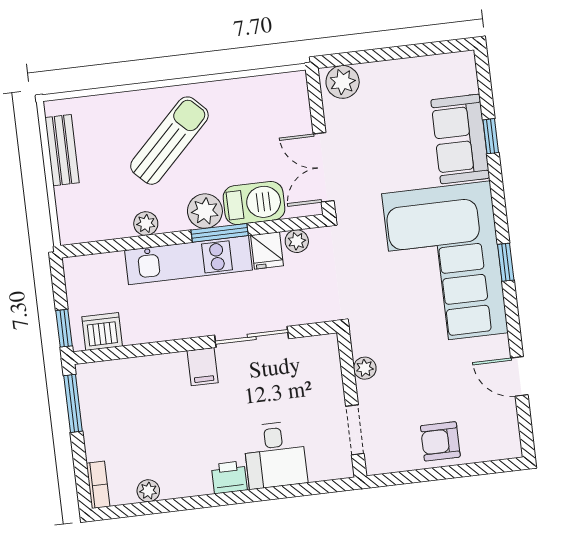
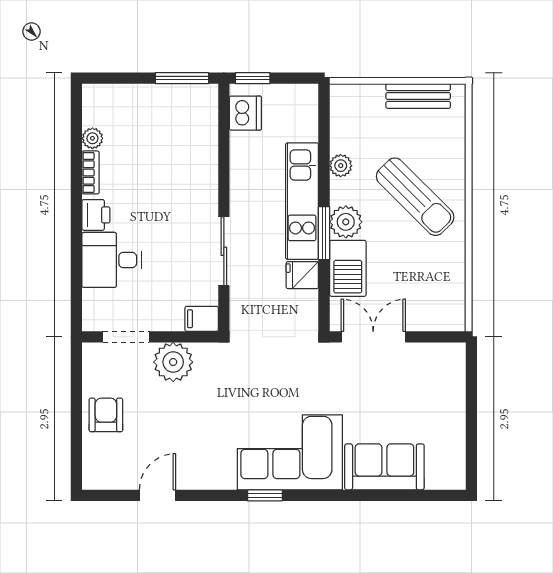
plant: (343, 82) -> (450, 364), removed
window: (491, 136) -> (384, 495), removed
plant: (297, 241) -> (308, 304), removed
corner sofa: (445, 263) -> (290, 452), width x0.73, depth x0.74
filing cabinet: (203, 367) -> (202, 319), moved
plant: (365, 368) -> (173, 362), width x1.87, depth x1.87
bookcase: (98, 485) -> (91, 172), moved, turned -90

